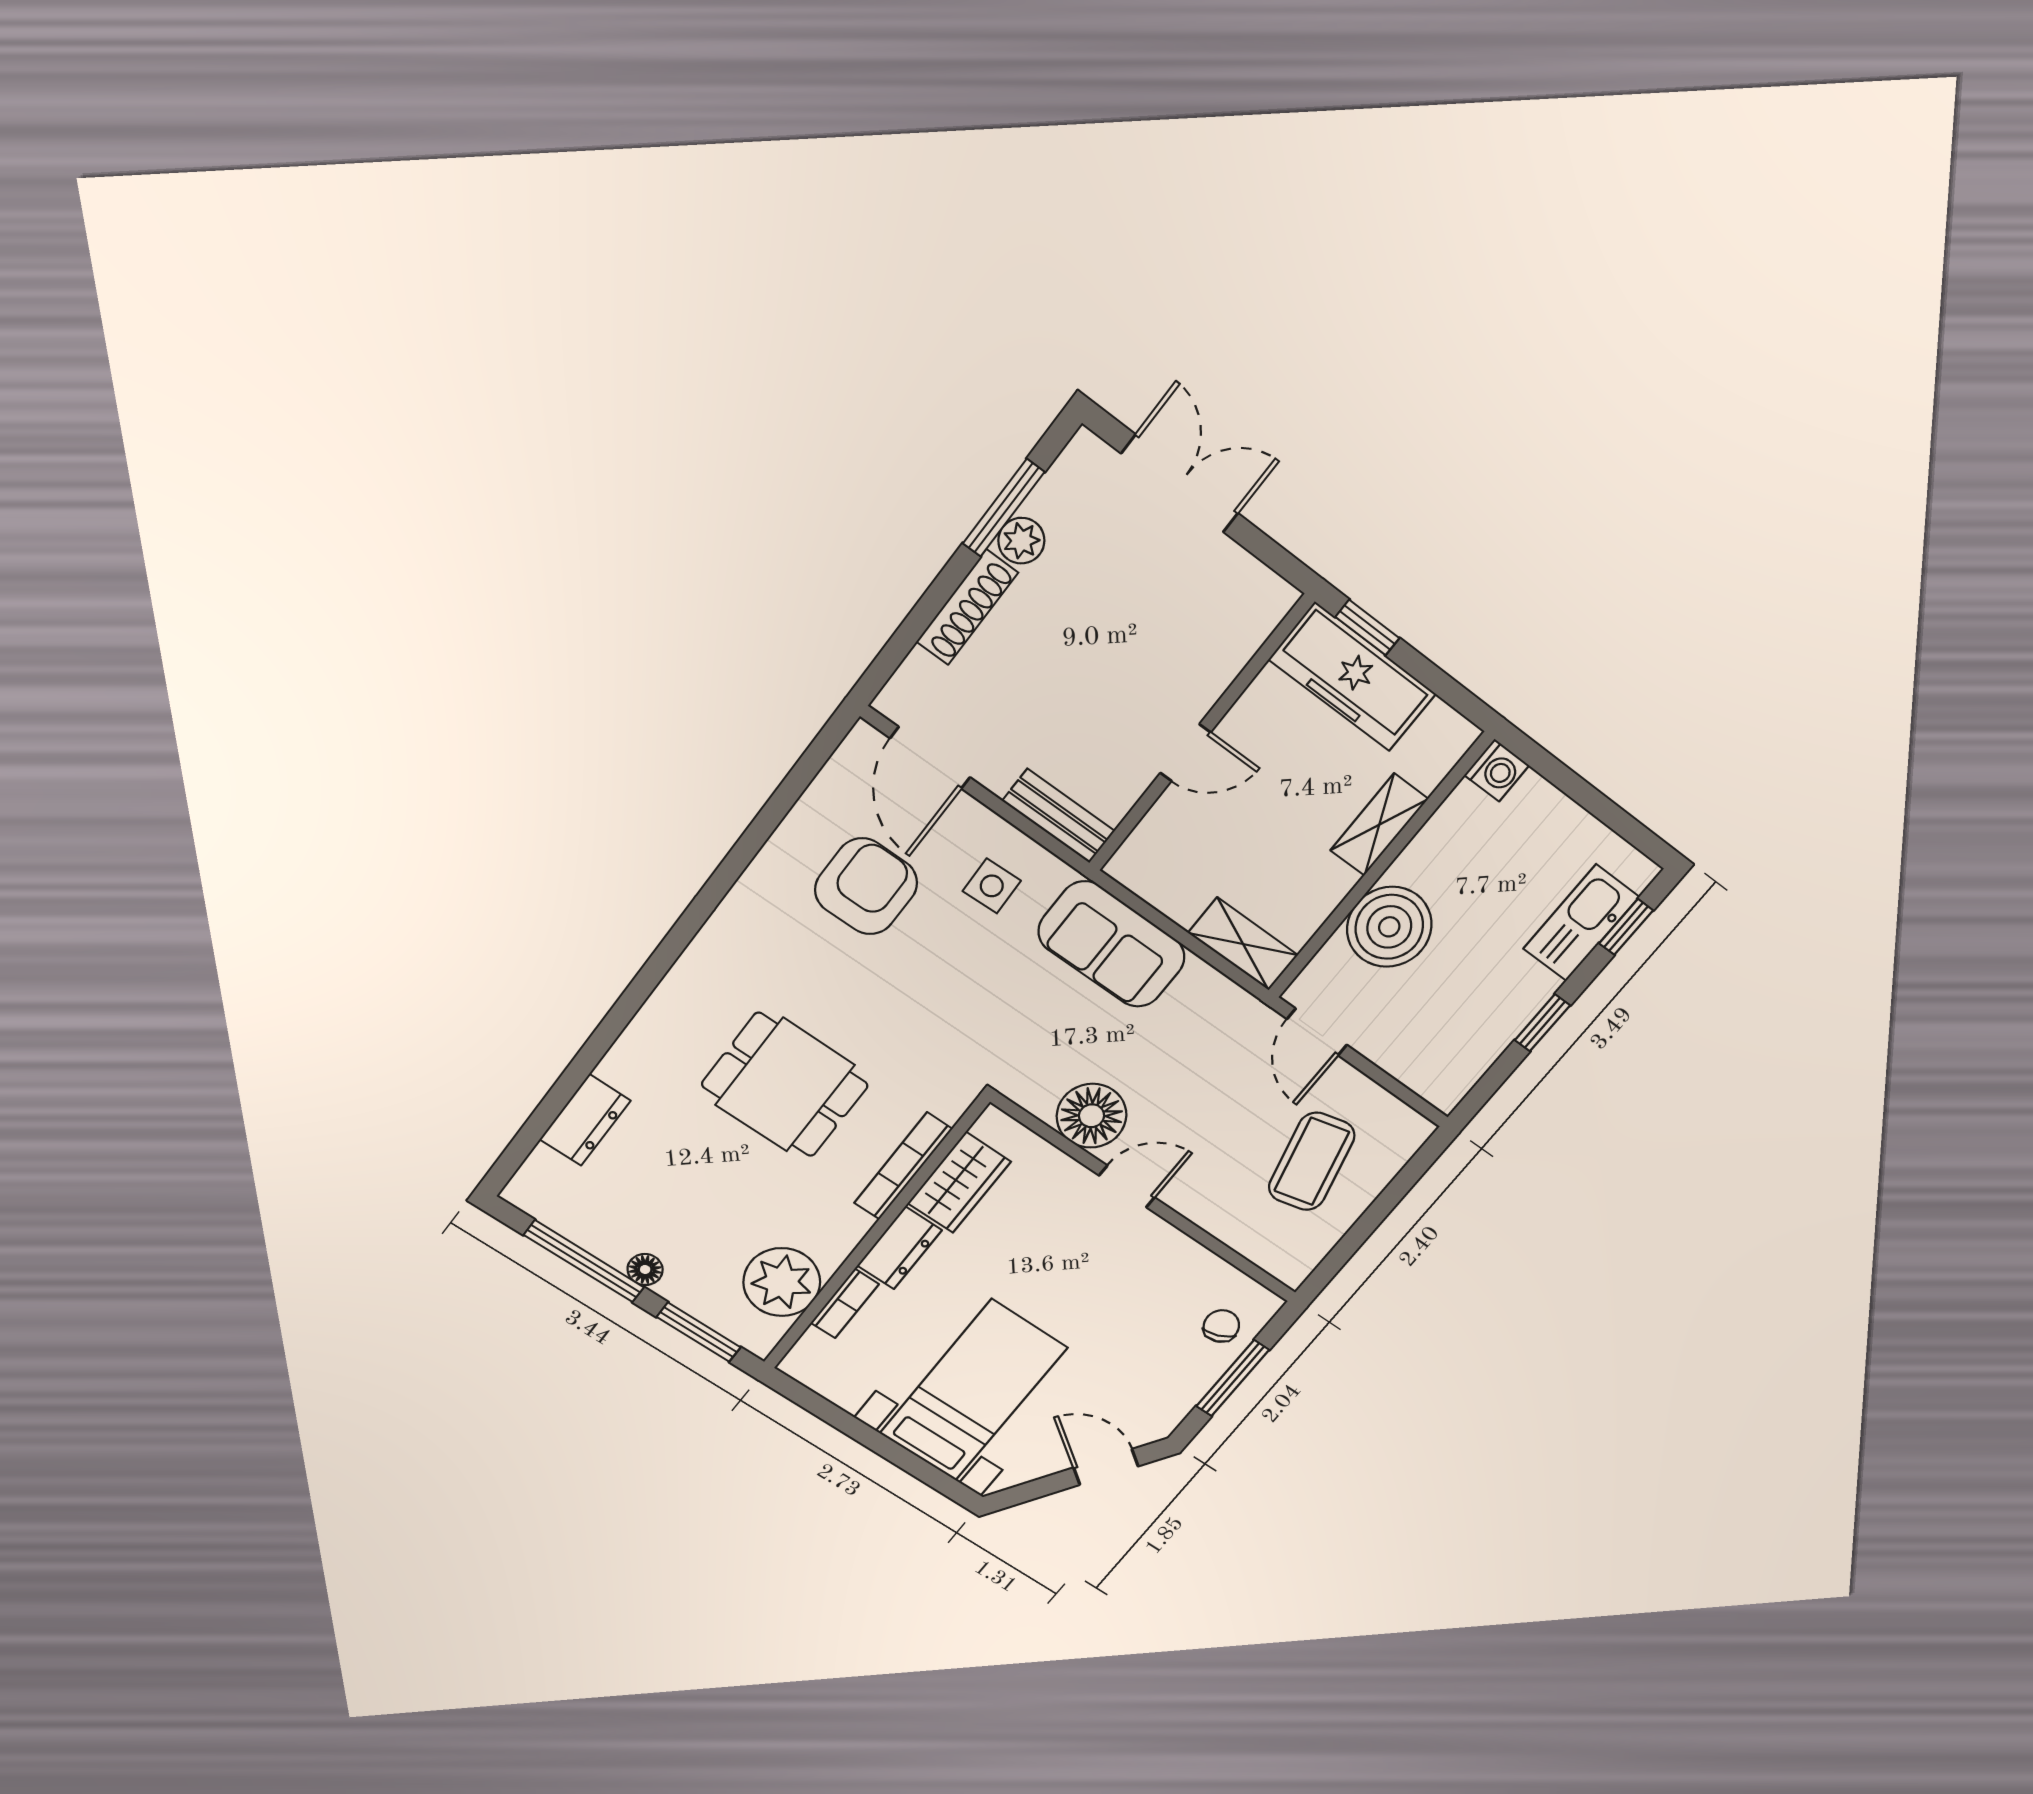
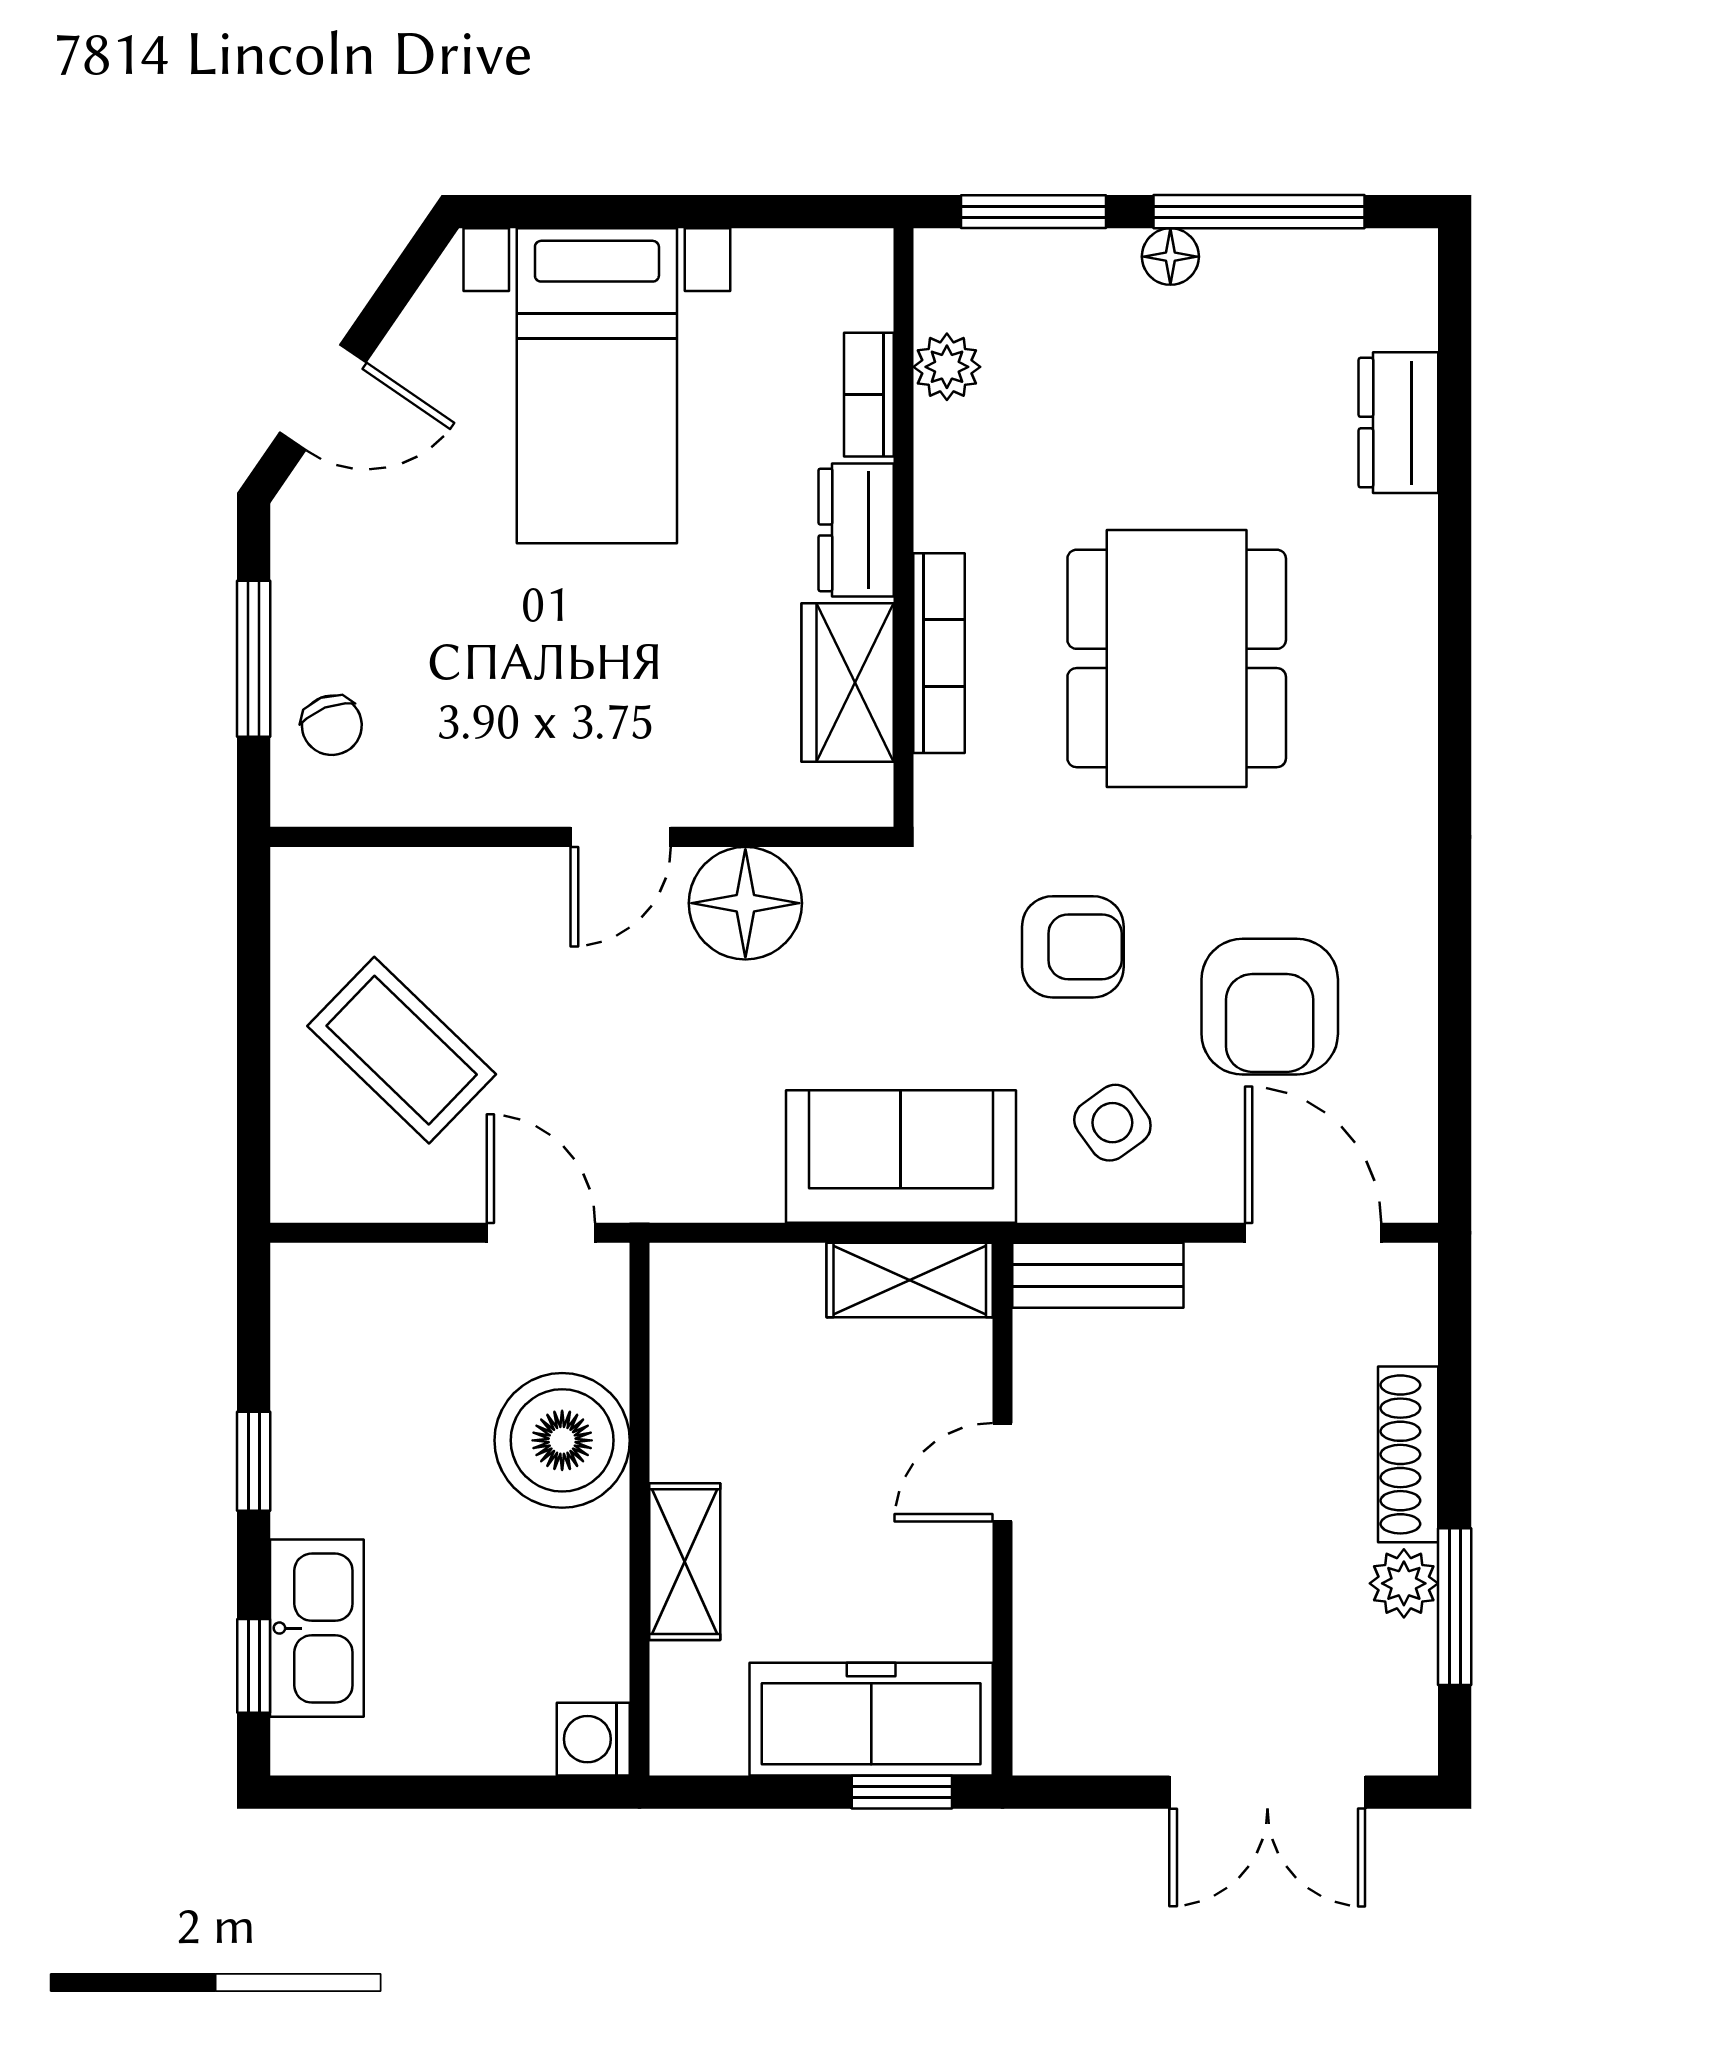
side table: (992, 886) -> (1112, 1123), turned -34
shelving: (1243, 944) -> (910, 1280), moved
armchair: (945, 985) -> (1073, 947), added
dining table: (785, 1085) -> (1177, 658), width x1.38
coffee table: (1312, 1161) -> (402, 1050), turned -32
plant: (782, 1282) -> (947, 367), width x0.53, depth x0.53

